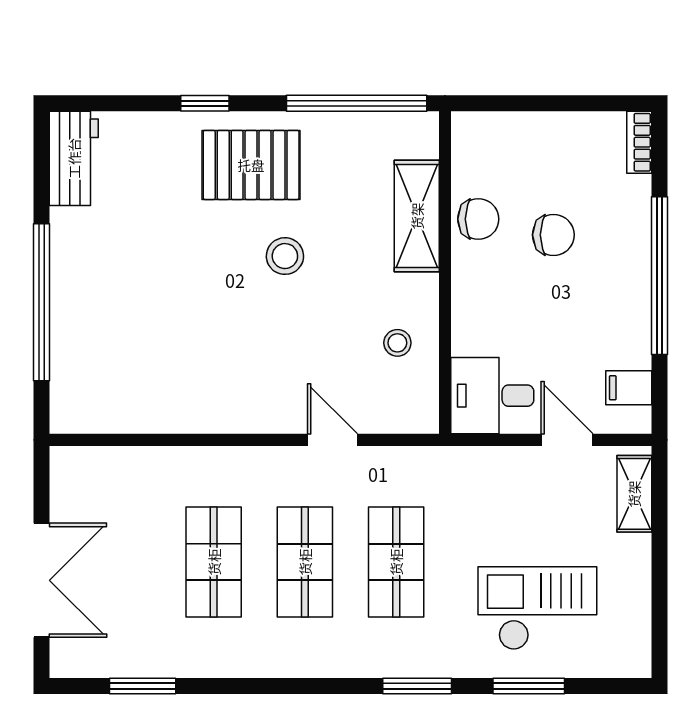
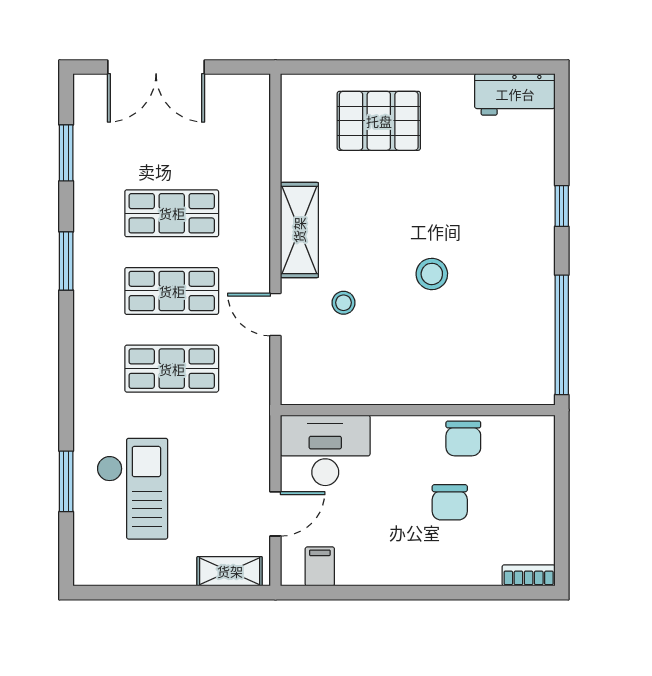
pallet: (251, 165) -> (379, 121), moved, turned 90
shelving: (417, 216) -> (299, 230), moved, turned 90
window: (660, 276) -> (415, 593), removed
window: (42, 302) -> (393, 67), removed
stool: (397, 343) -> (344, 303), moved
desk: (492, 396) -> (325, 450), width x1.37
door: (333, 440) -> (275, 314), swing flipped
window: (417, 686) -> (66, 261), moved

